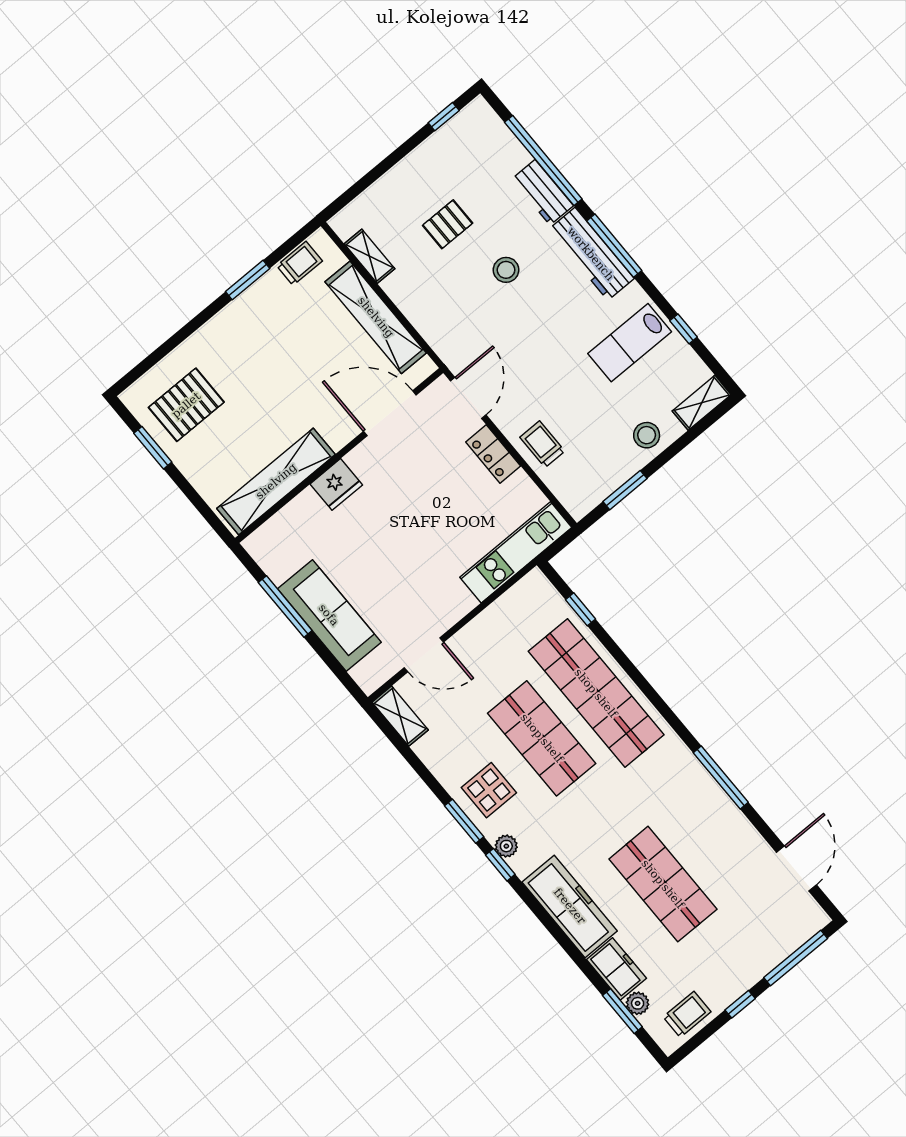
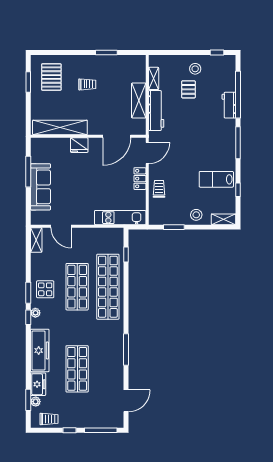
pallet: (448, 224) -> (188, 89), turned 90
workbench: (591, 254) -> (156, 111), moved, turned 180
trolley: (299, 263) -> (87, 84), moved
stool: (506, 270) -> (195, 69), moved
shelving: (376, 317) -> (139, 100), width x0.68
pallet: (186, 405) -> (51, 77), turned 90
door: (390, 413) -> (117, 136), swing flipped

